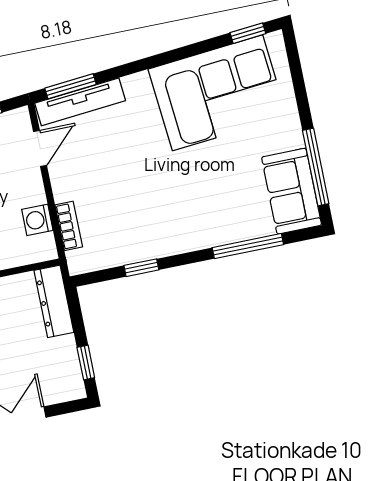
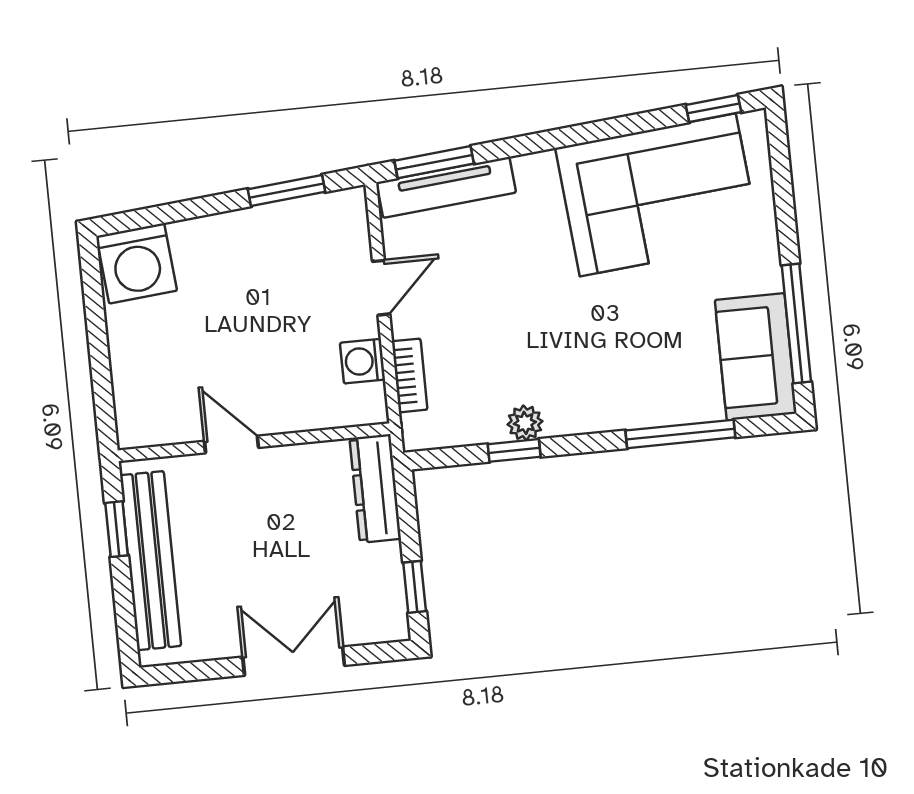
door: (40, 148) -> (381, 288), moved
plant: (147, 249) -> (525, 423), added

